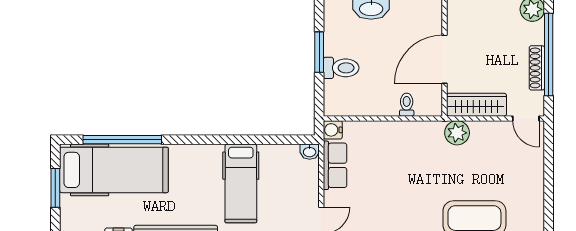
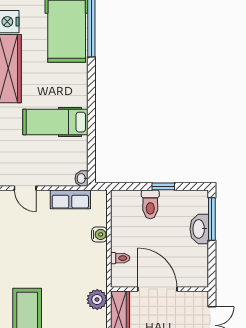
window: (319, 52) -> (163, 186), width x0.67
water cooler: (333, 130) -> (99, 234), moved, turned 90

